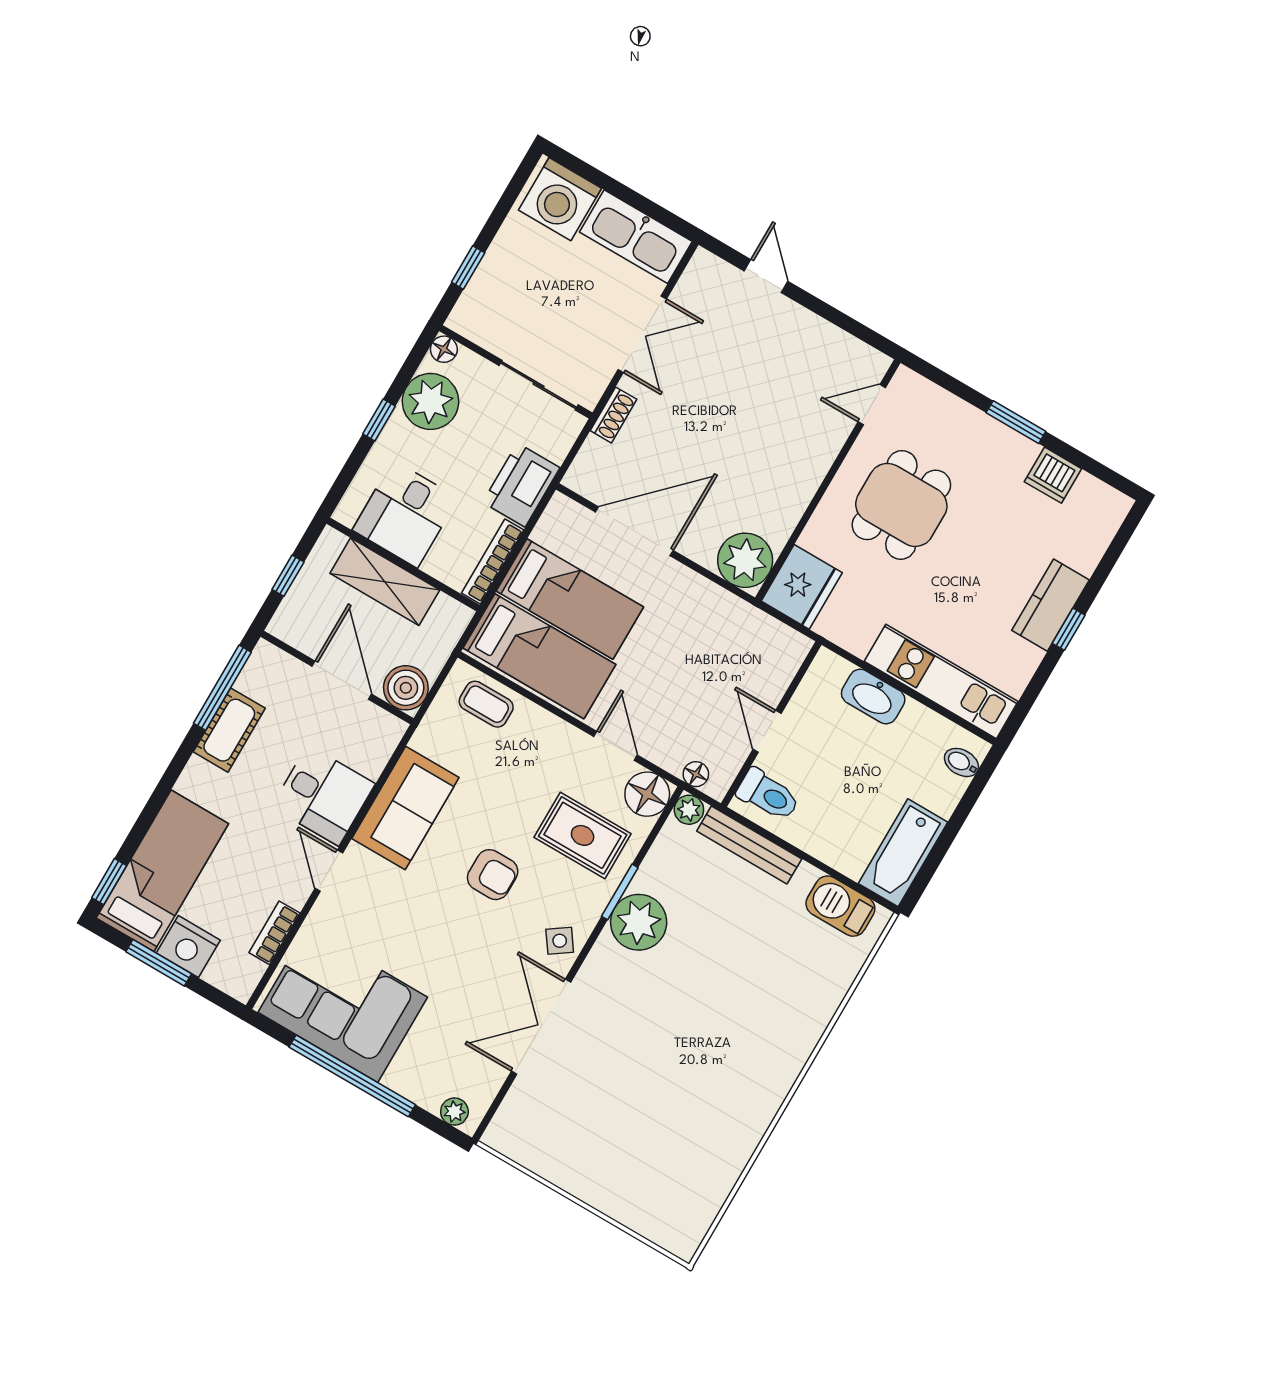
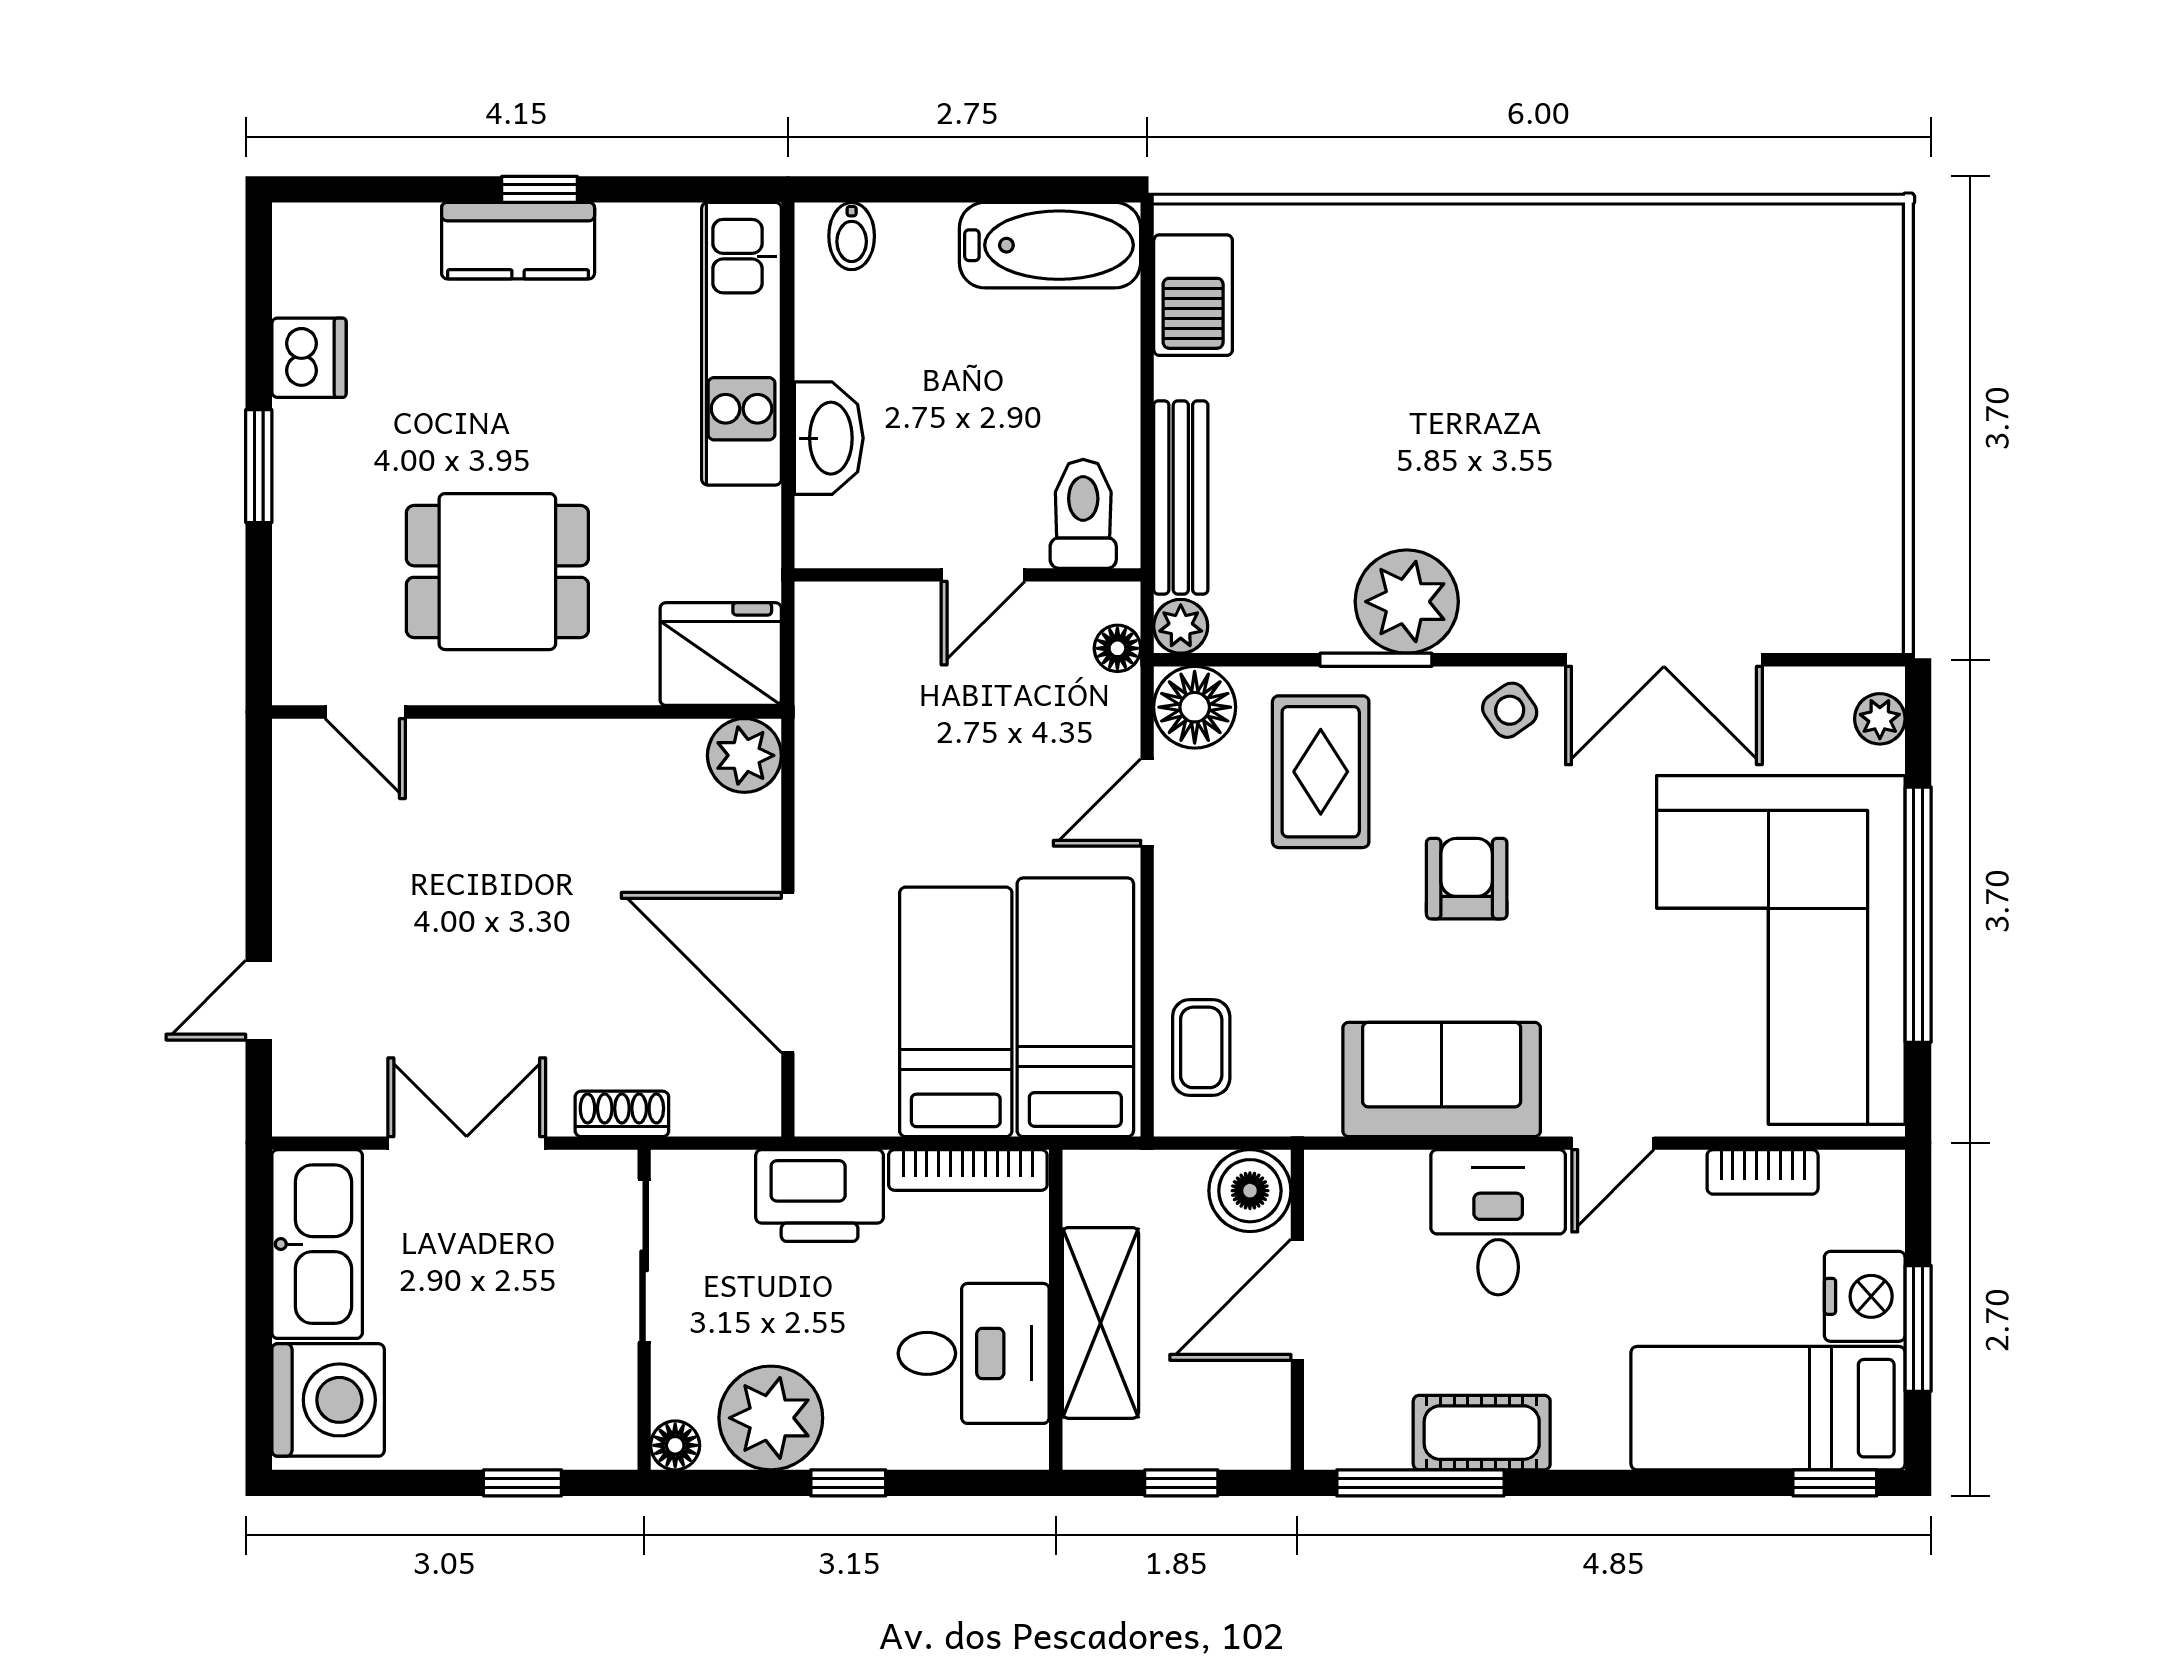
plant: (745, 560) -> (744, 755), width x0.73, depth x0.73
corner sofa: (343, 1005) -> (1781, 950), width x1.36, depth x1.36

